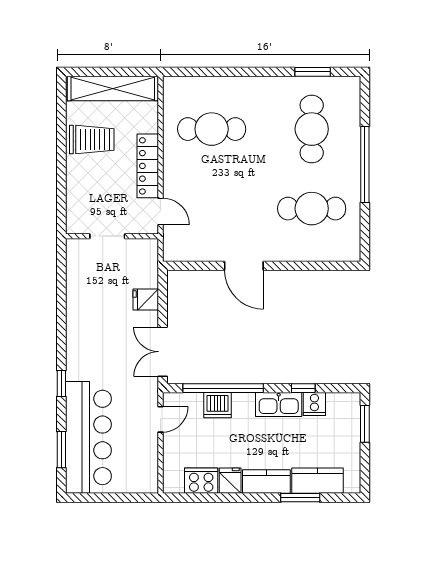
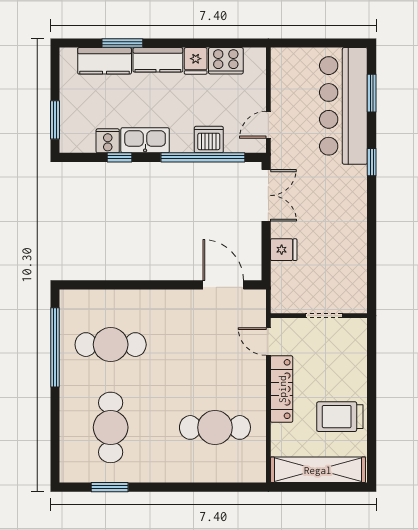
window: (365, 165) -> (55, 347), moved
door: (244, 266) -> (223, 285), moved

